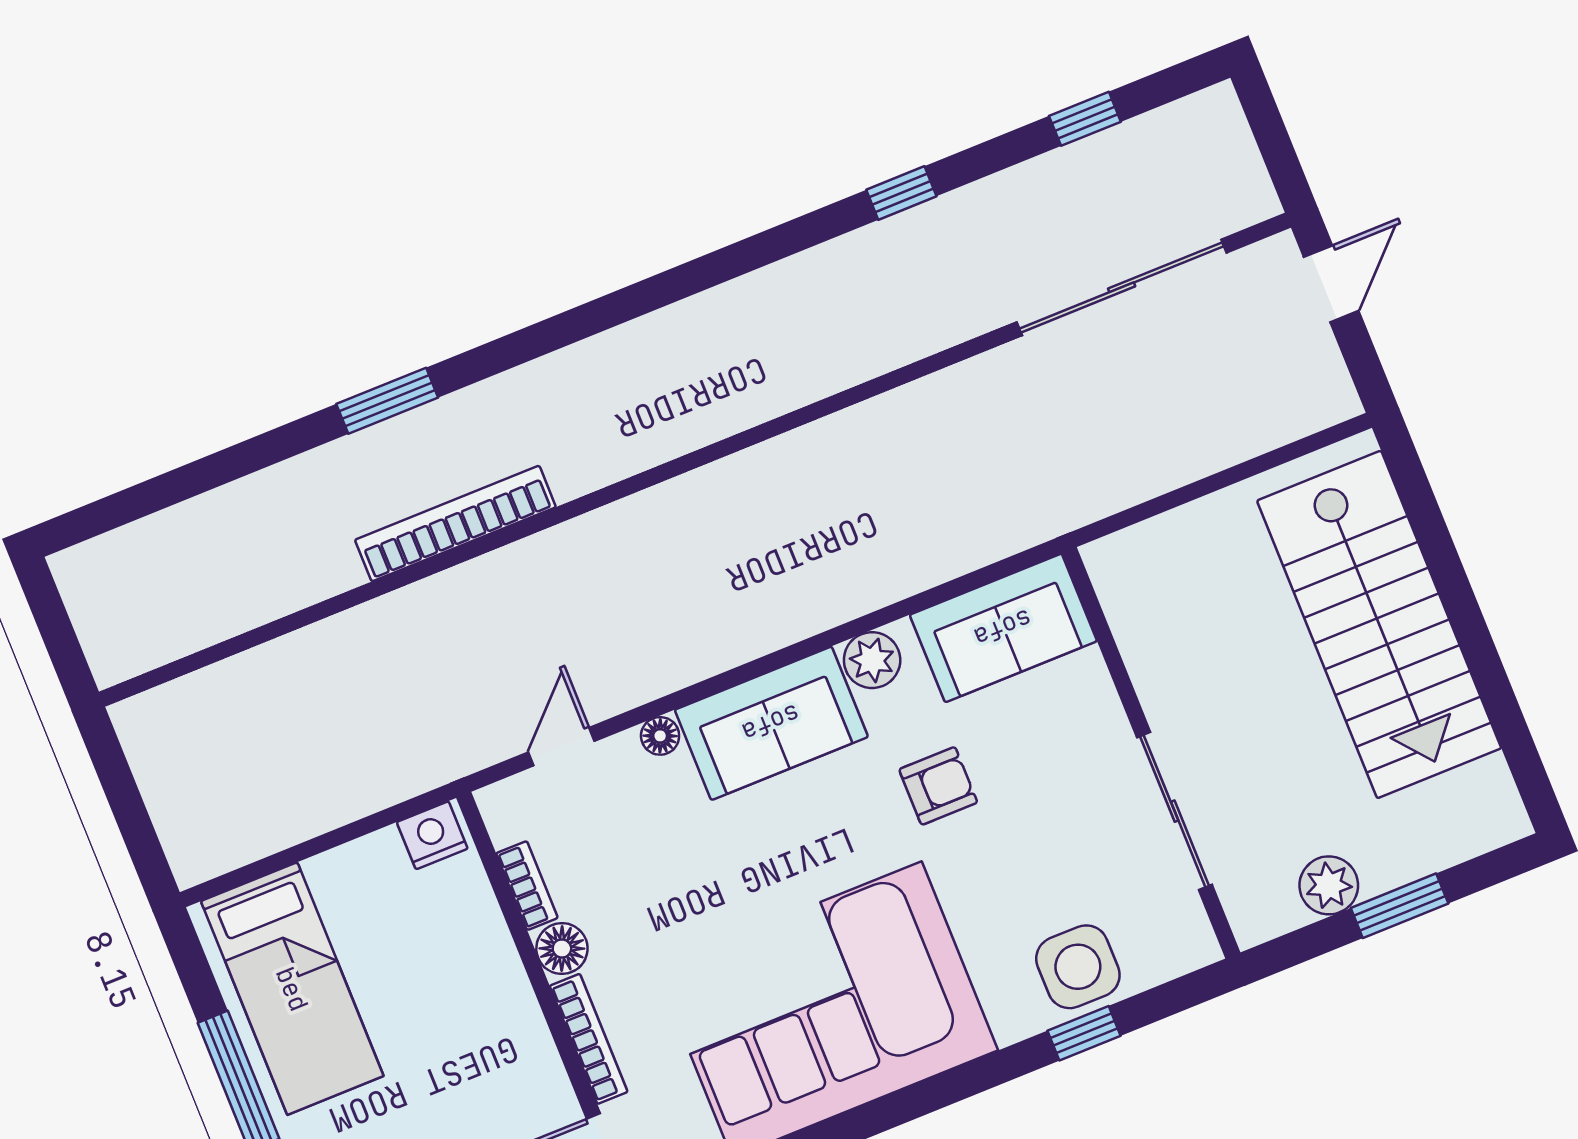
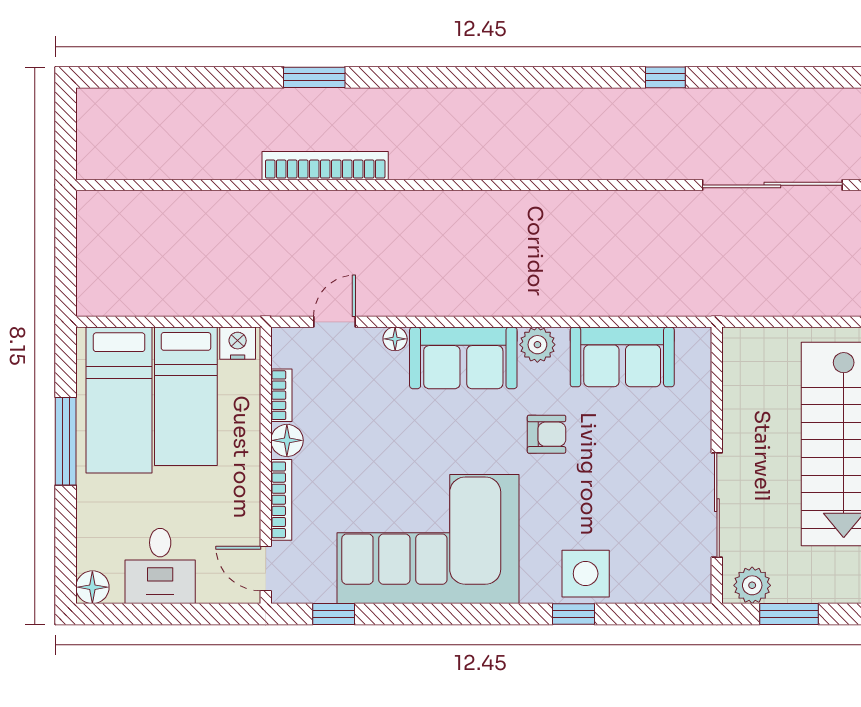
window: (1085, 119) -> (791, 77), removed
wall: (1151, 753) -> (717, 465), moved
sliding door: (1175, 811) -> (717, 505), moved
bed: (388, 944) -> (186, 396), added

